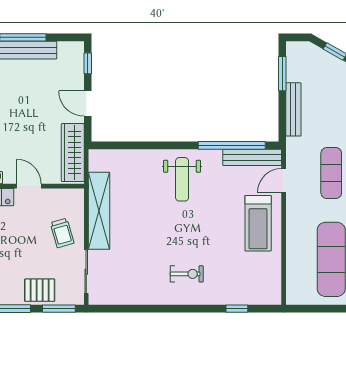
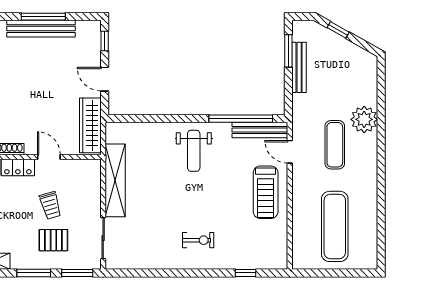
bench: (293, 109) -> (299, 67), moved
door: (284, 180) -> (290, 152), hinge flipped
trolley: (62, 233) -> (50, 205), moved
pallet: (40, 290) -> (53, 240), moved

